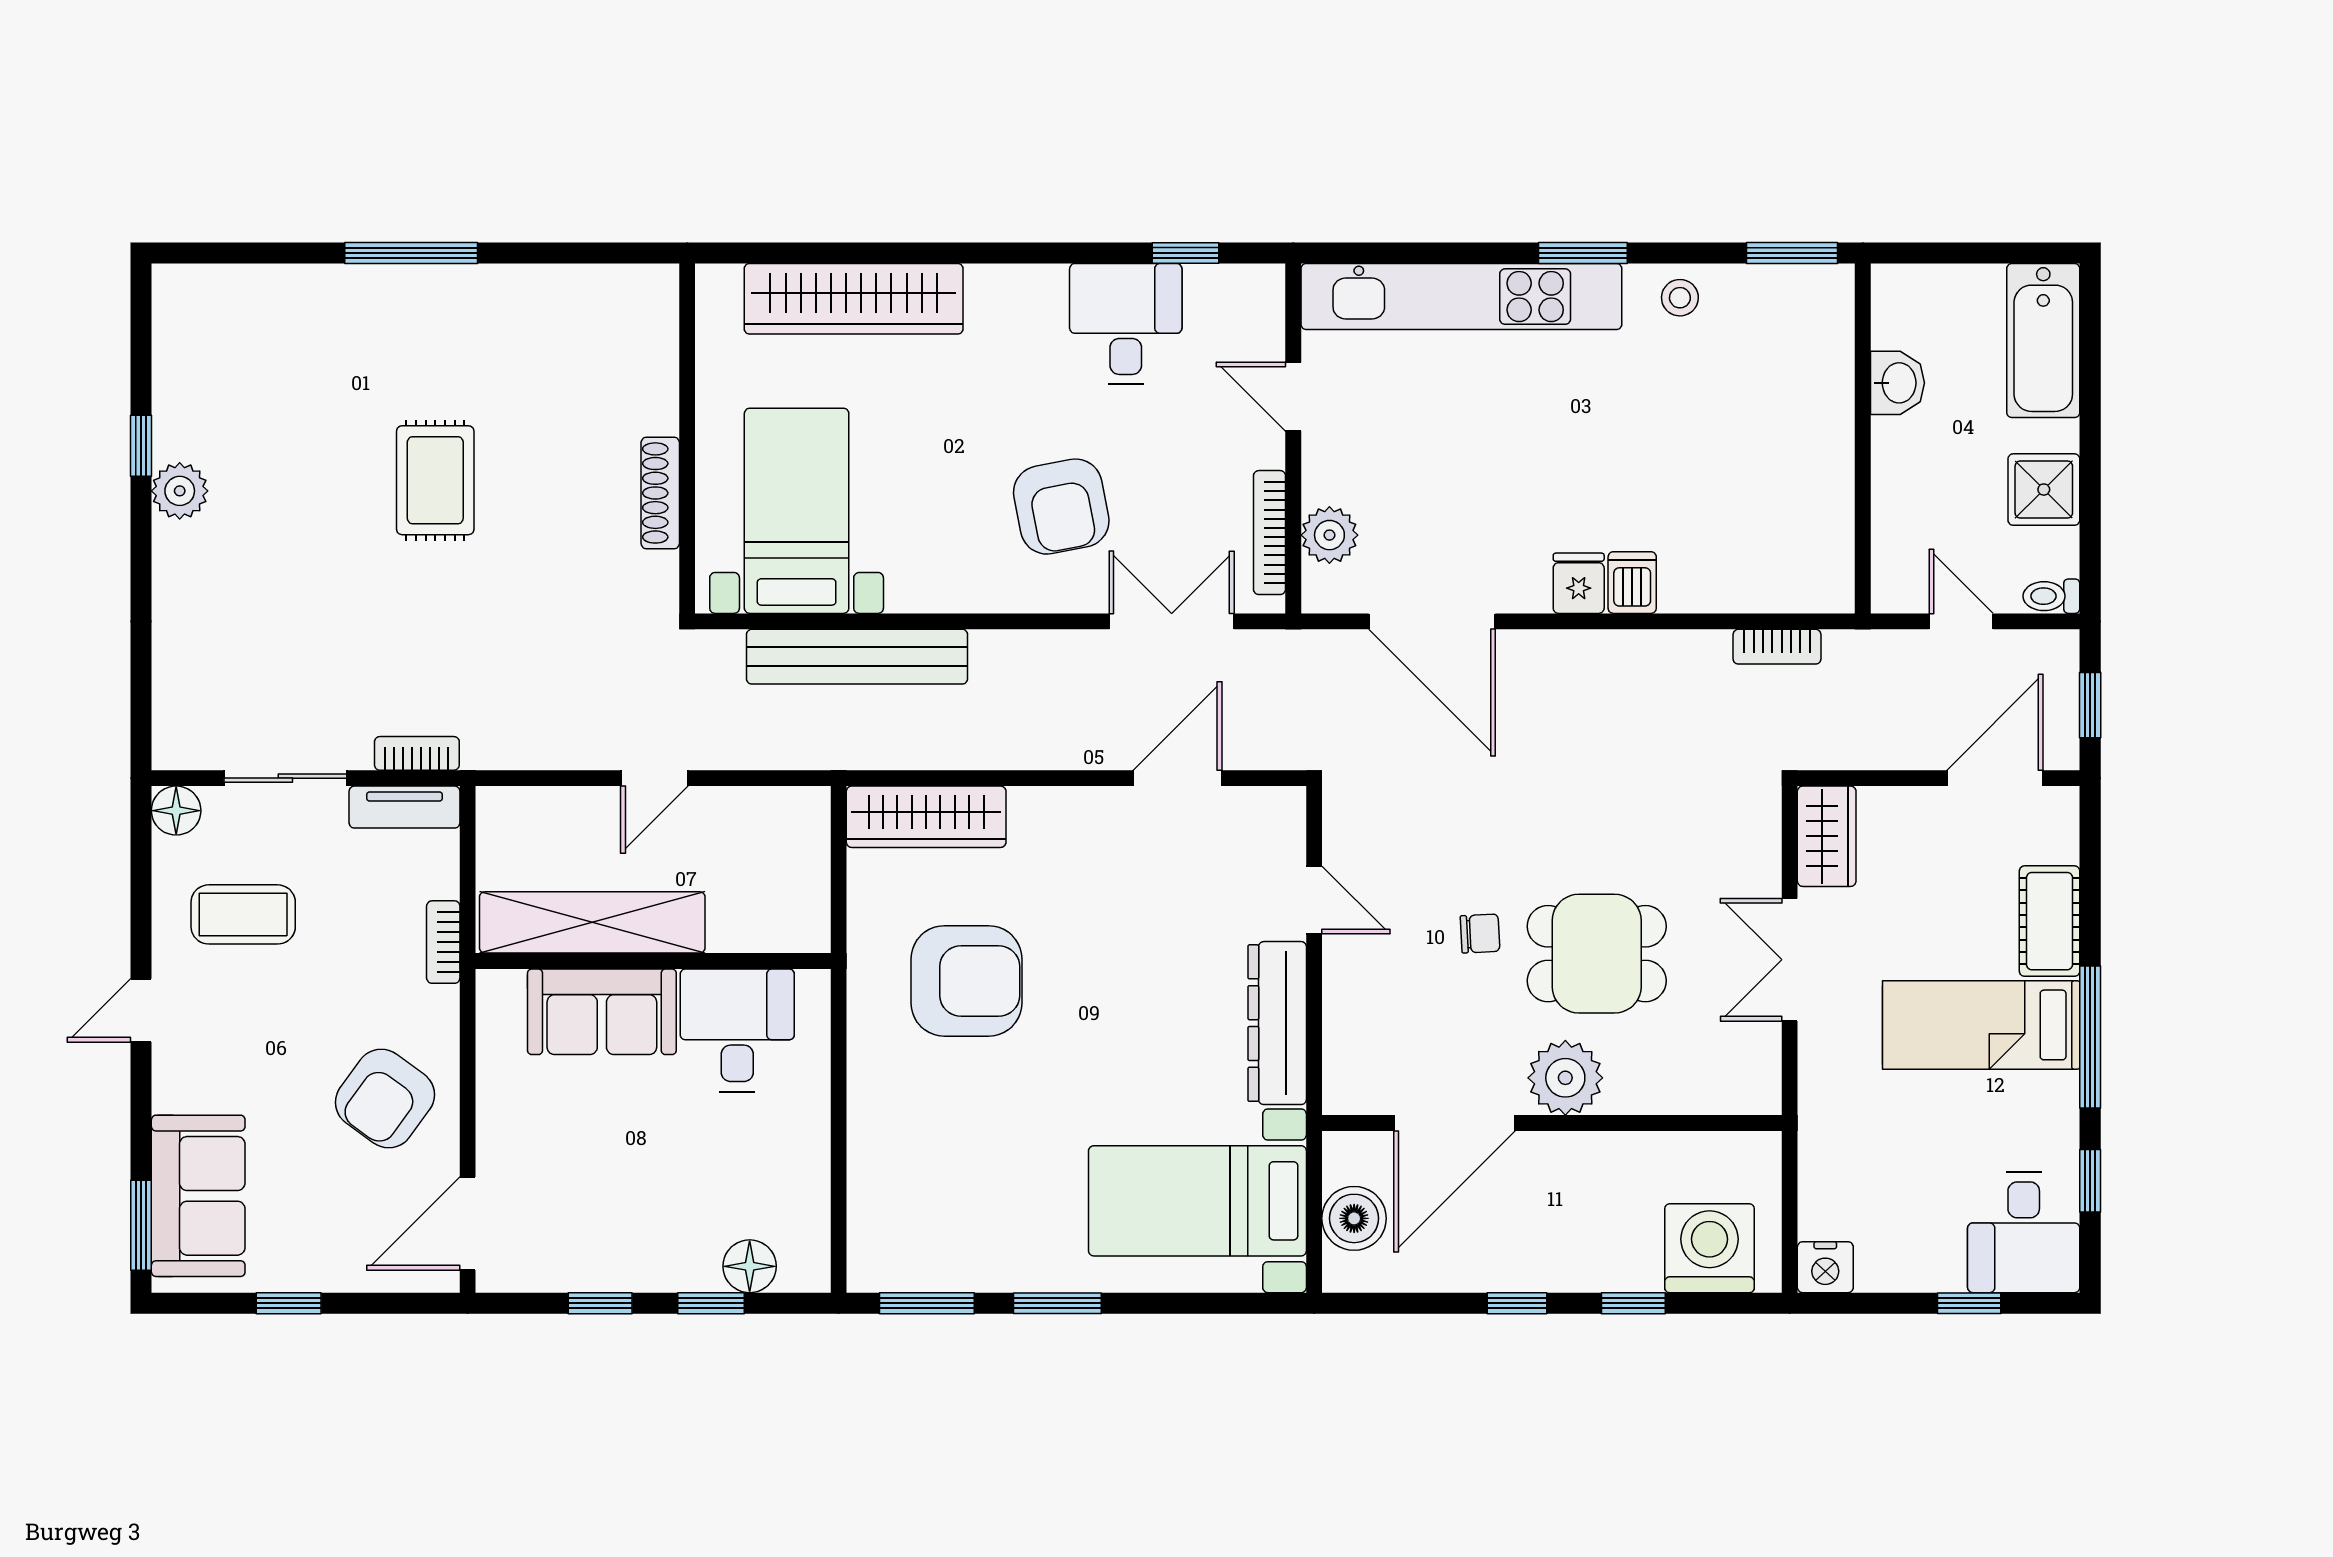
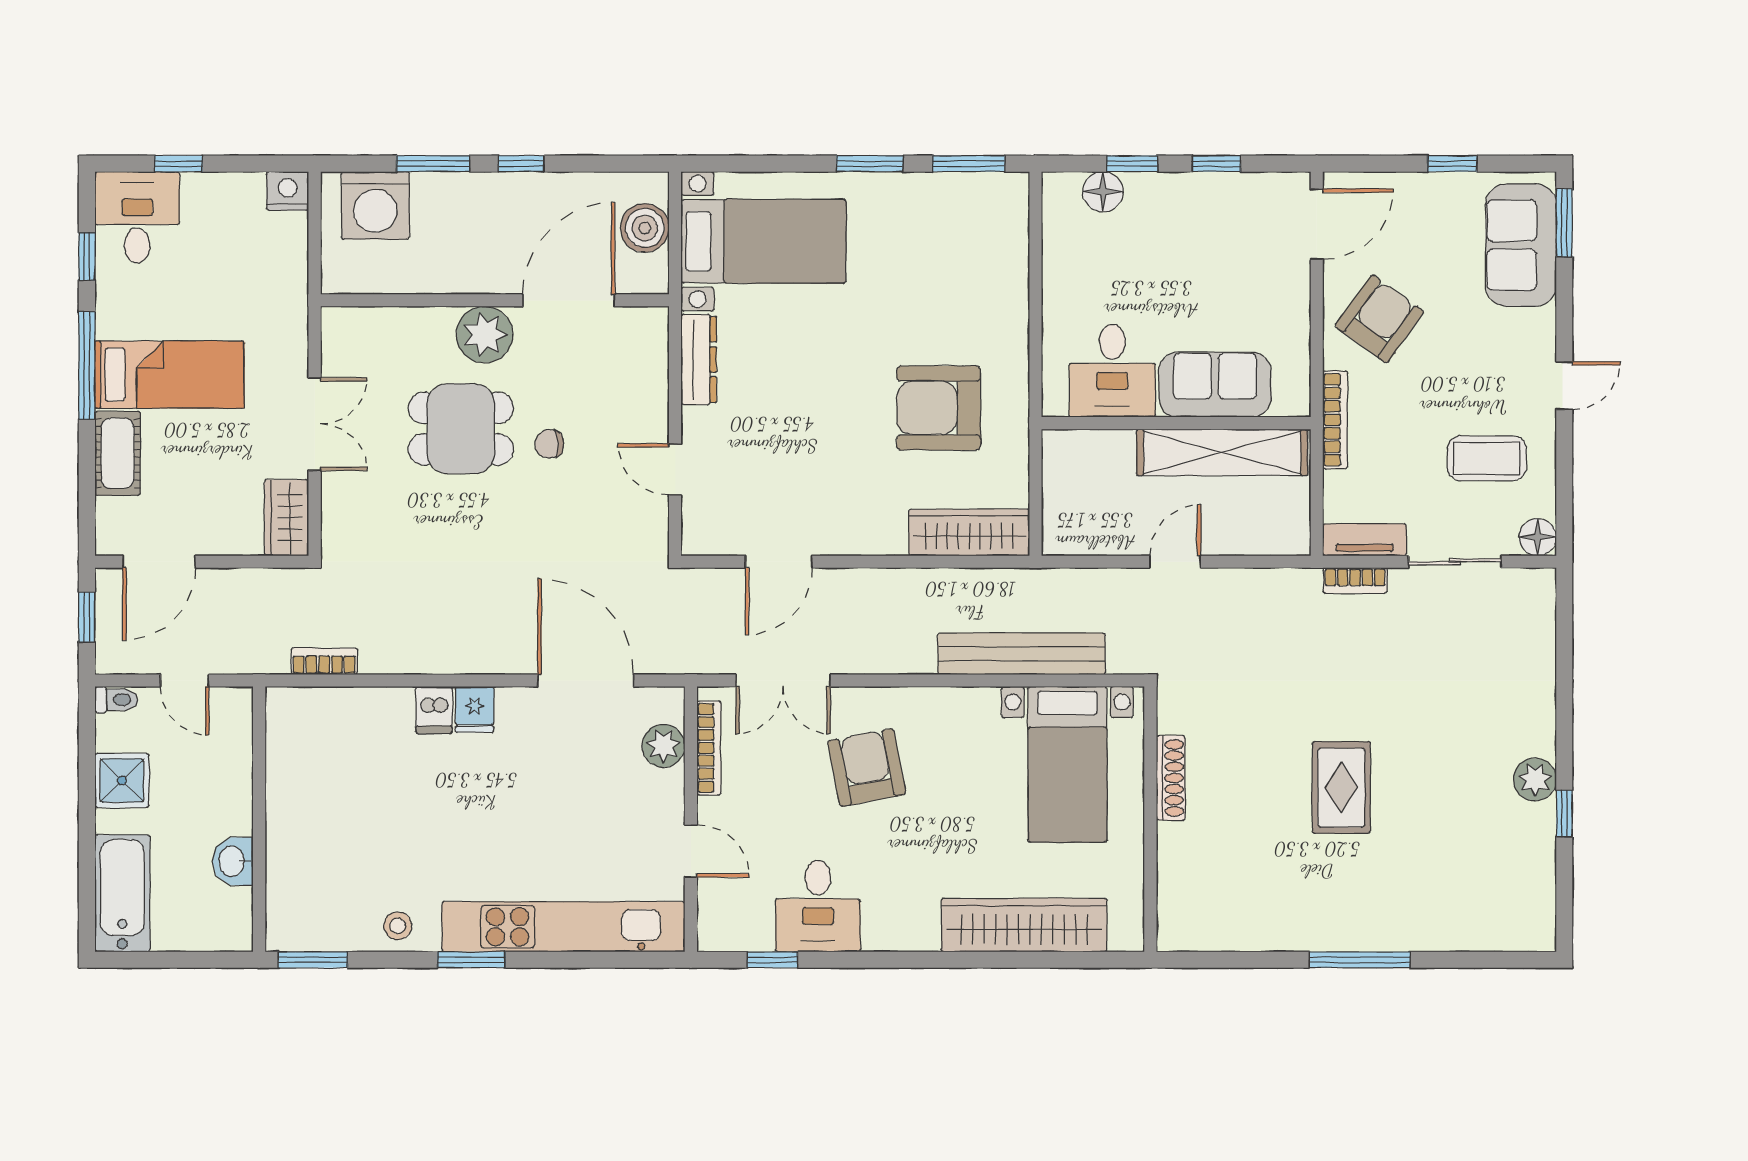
bookcase: (443, 942) -> (1335, 420), width x1.56
dresser: (1277, 1023) -> (699, 359), width x0.73, depth x0.80
window: (1633, 1303) -> (433, 164), width x1.50

